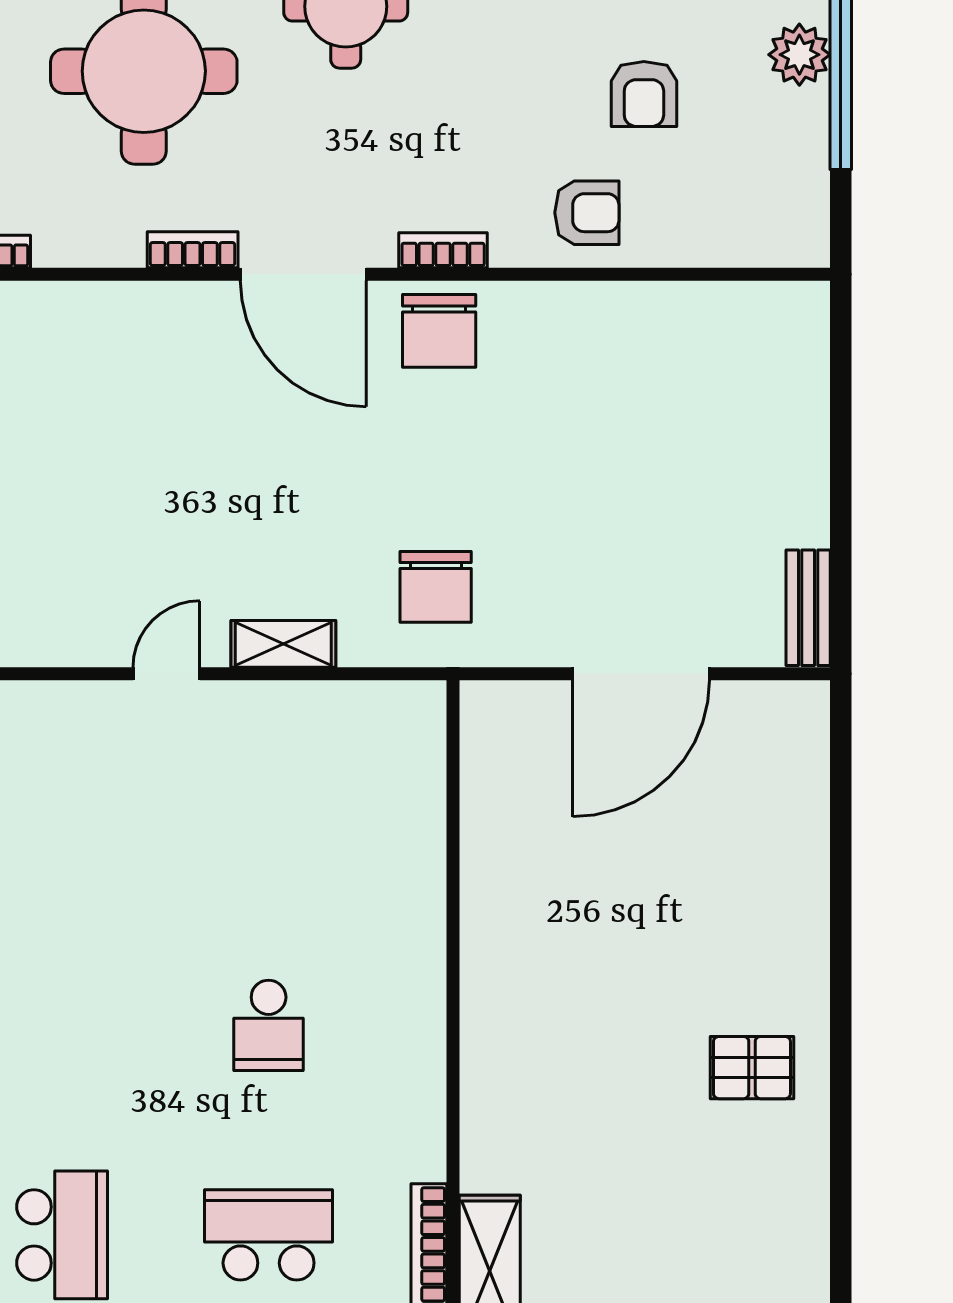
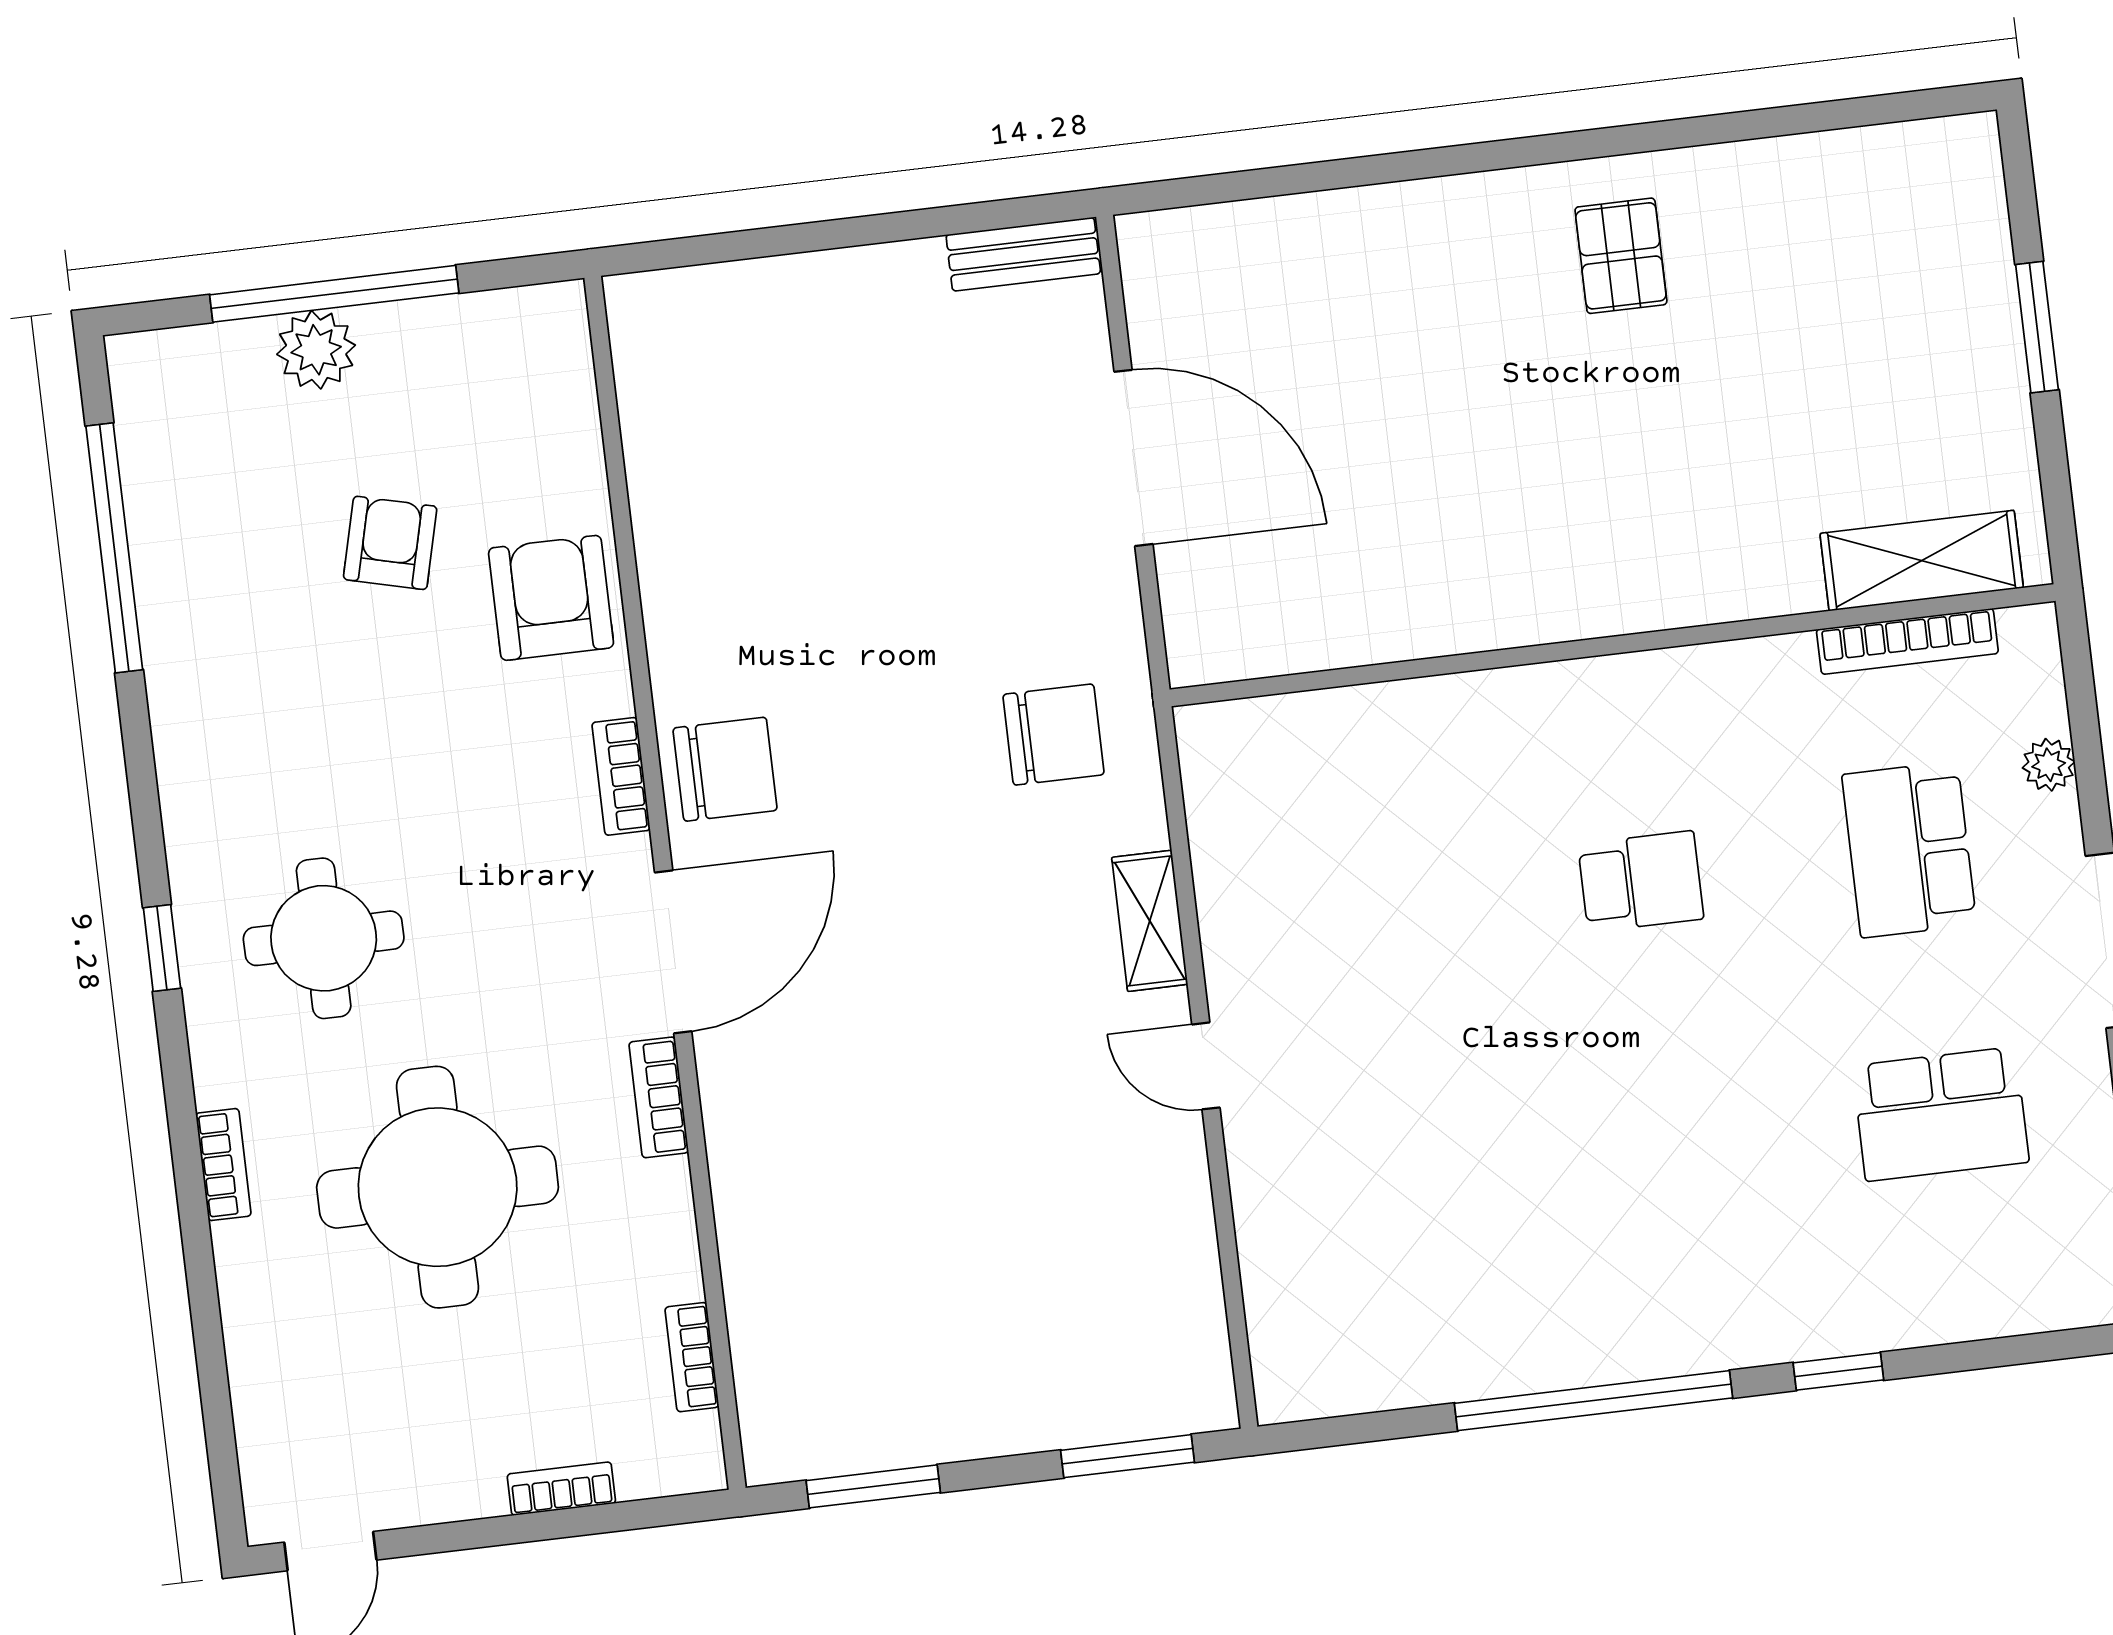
armchair: (644, 94) -> (390, 543), turned -76
armchair: (587, 213) -> (551, 598), width x1.38, depth x1.38
school desk: (62, 1235) -> (1941, 1114), turned 180

